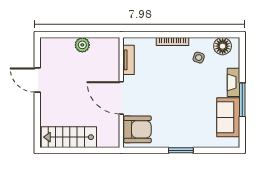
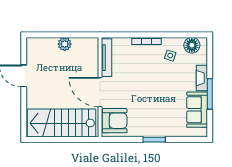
tv unit: (128, 60) -> (107, 58), width x1.41
stairs: (69, 137) -> (62, 123), width x1.36, depth x1.51

